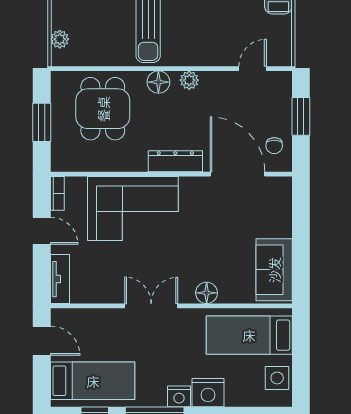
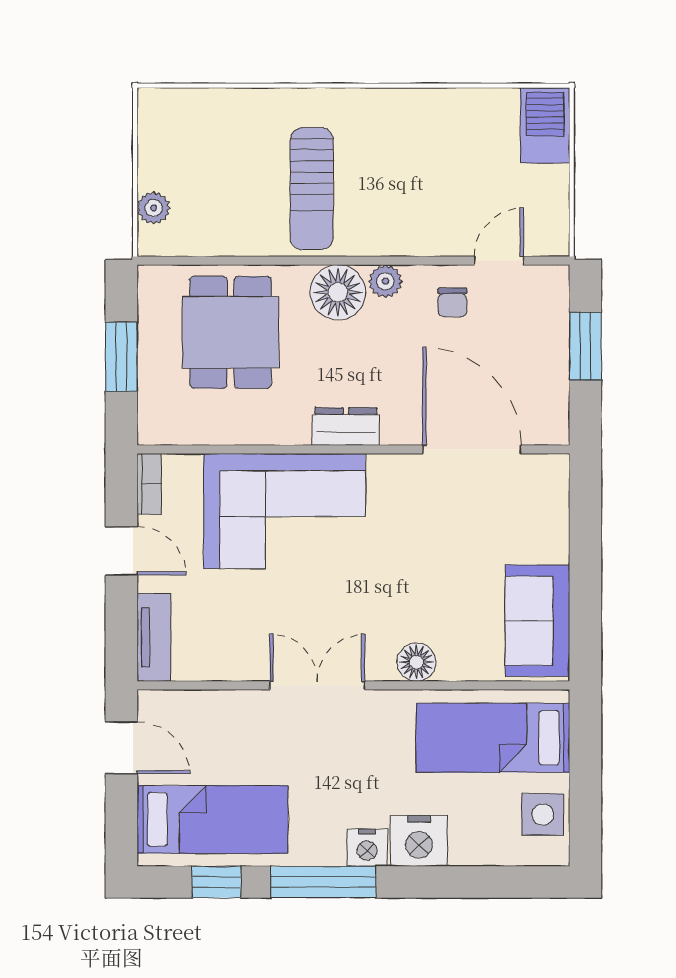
floor lamp: (158, 82) -> (338, 292), width x1.38, depth x1.38
chair: (274, 146) -> (452, 302), moved
dresser: (175, 161) -> (346, 427), width x0.70

